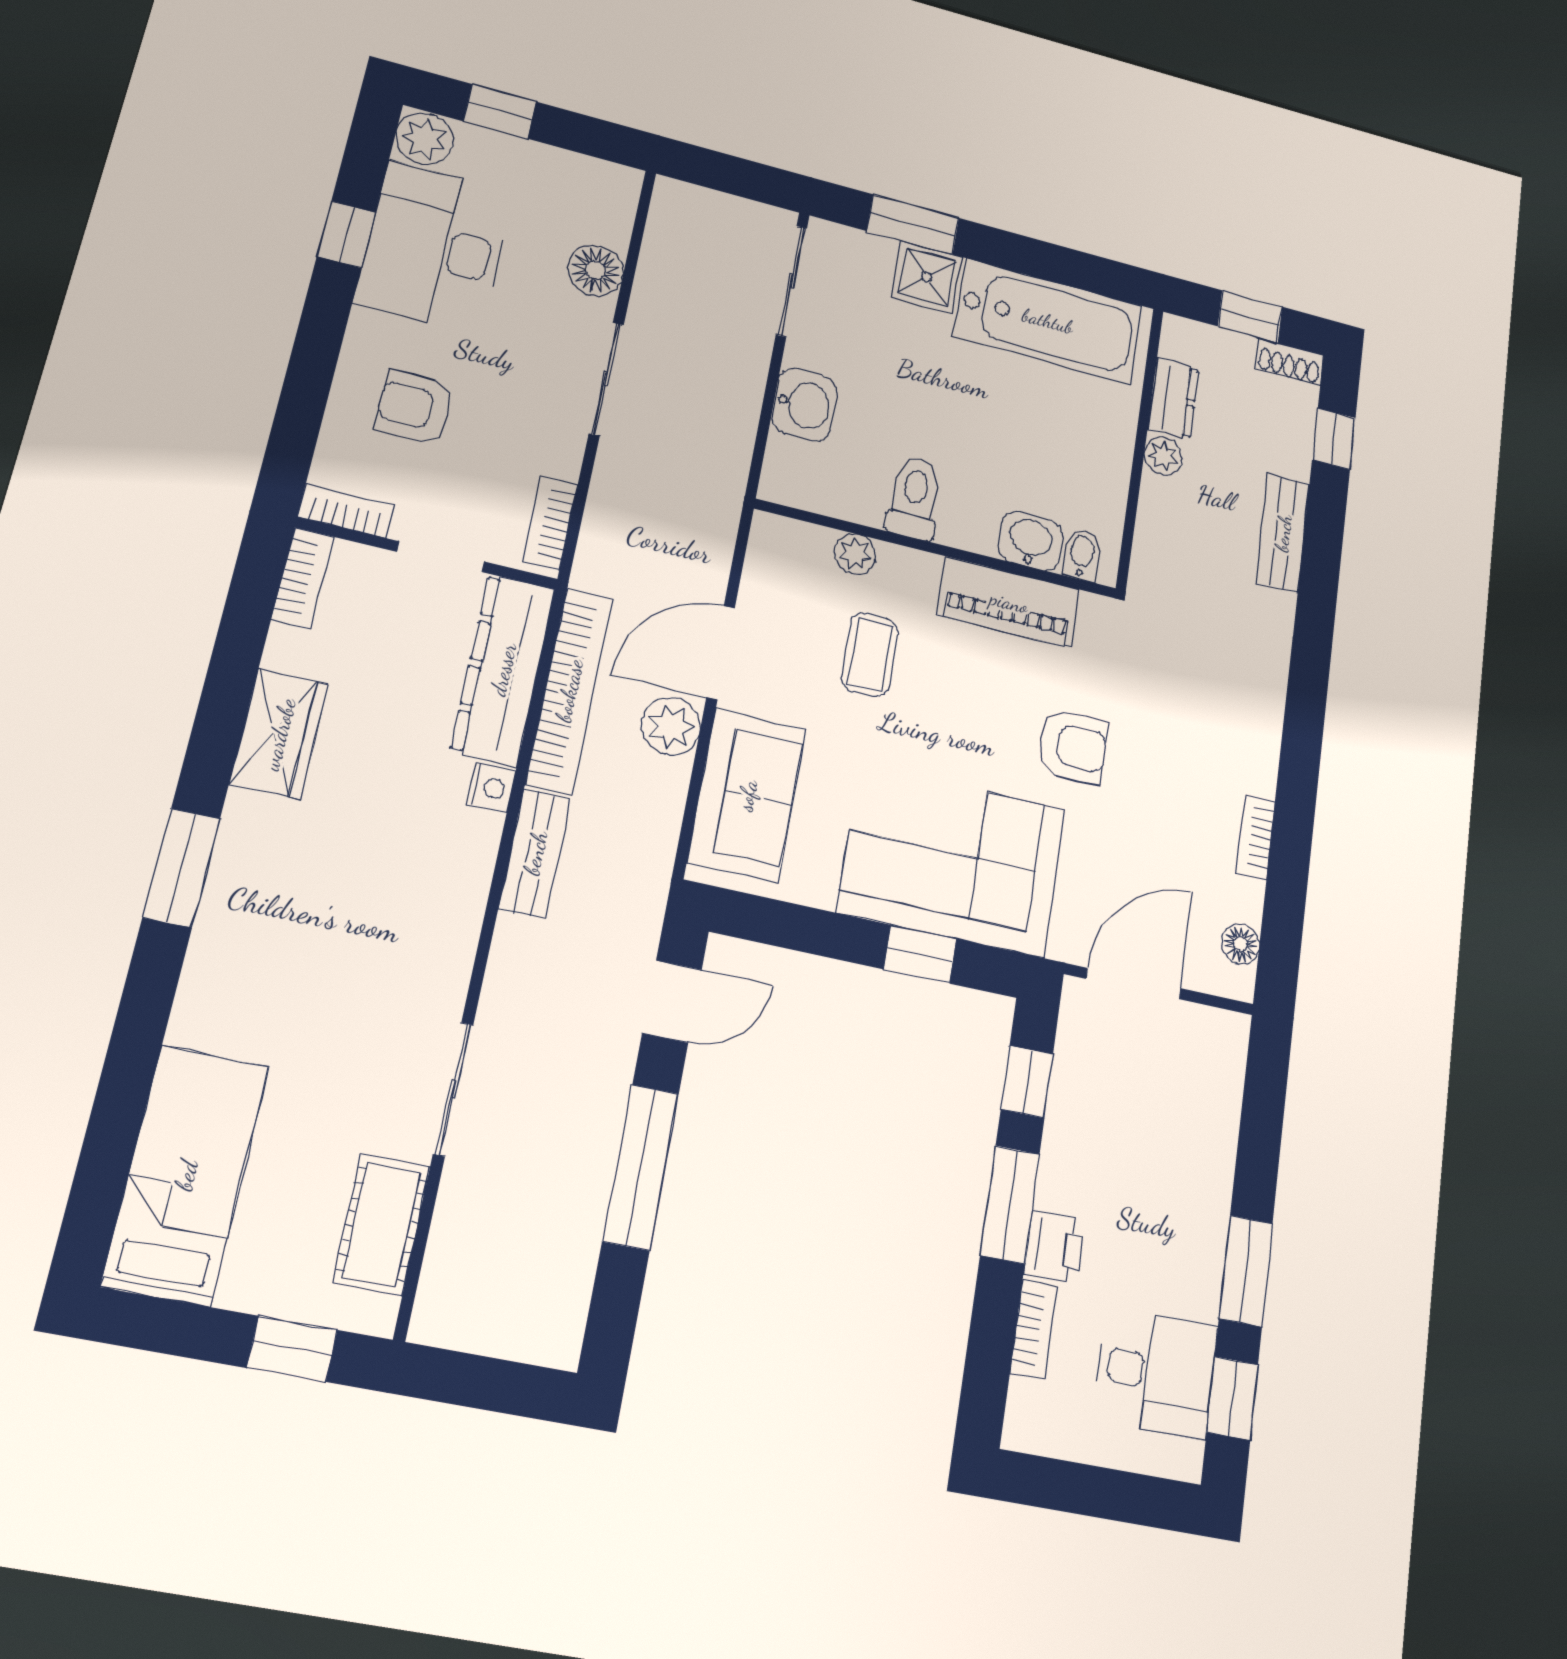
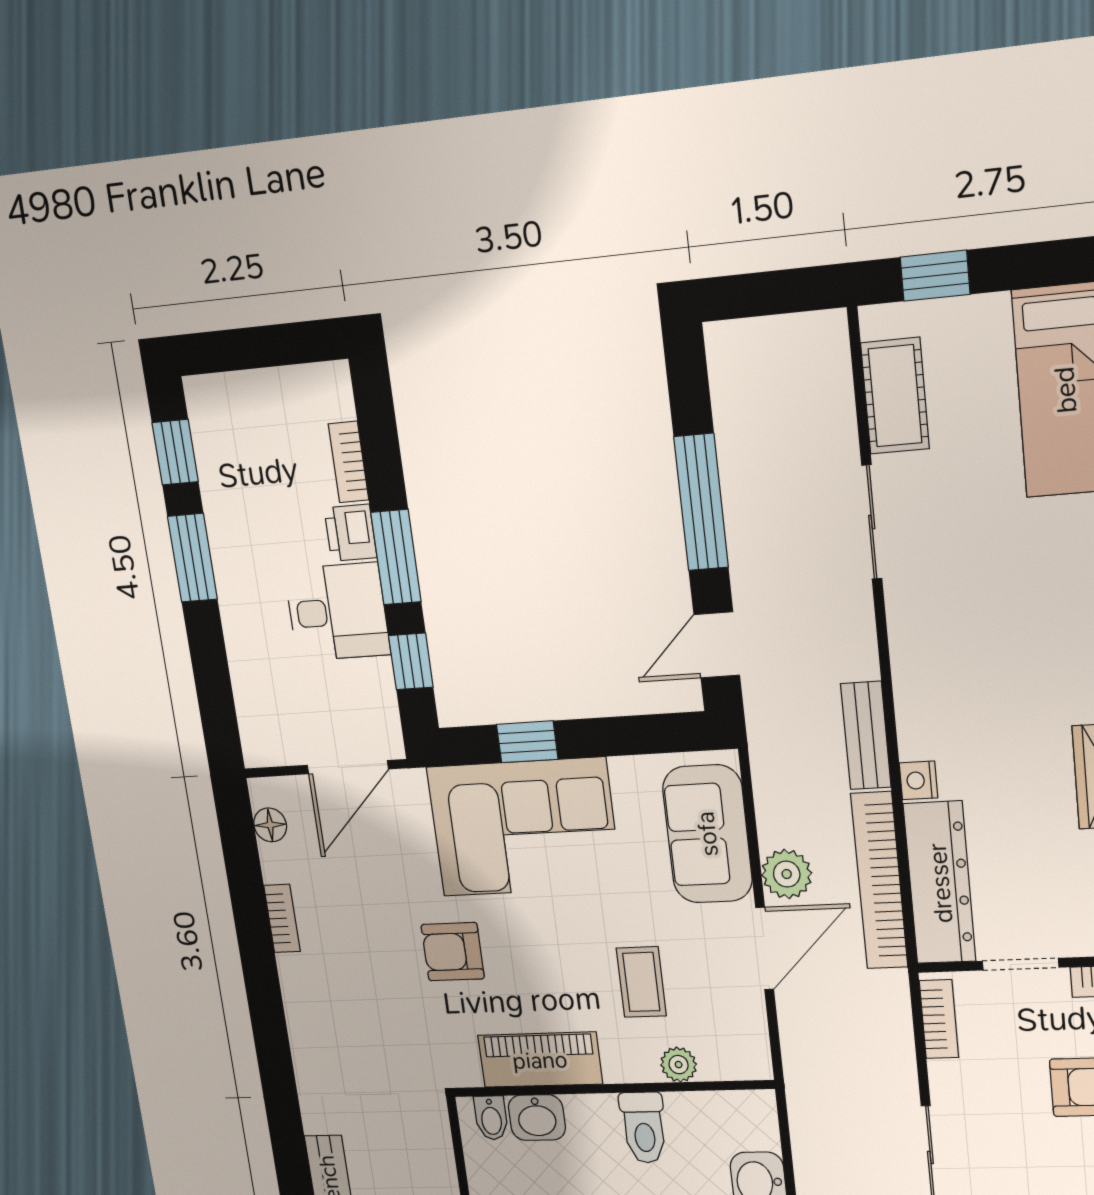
desk: (1156, 1373) -> (337, 612), moved, turned 180

